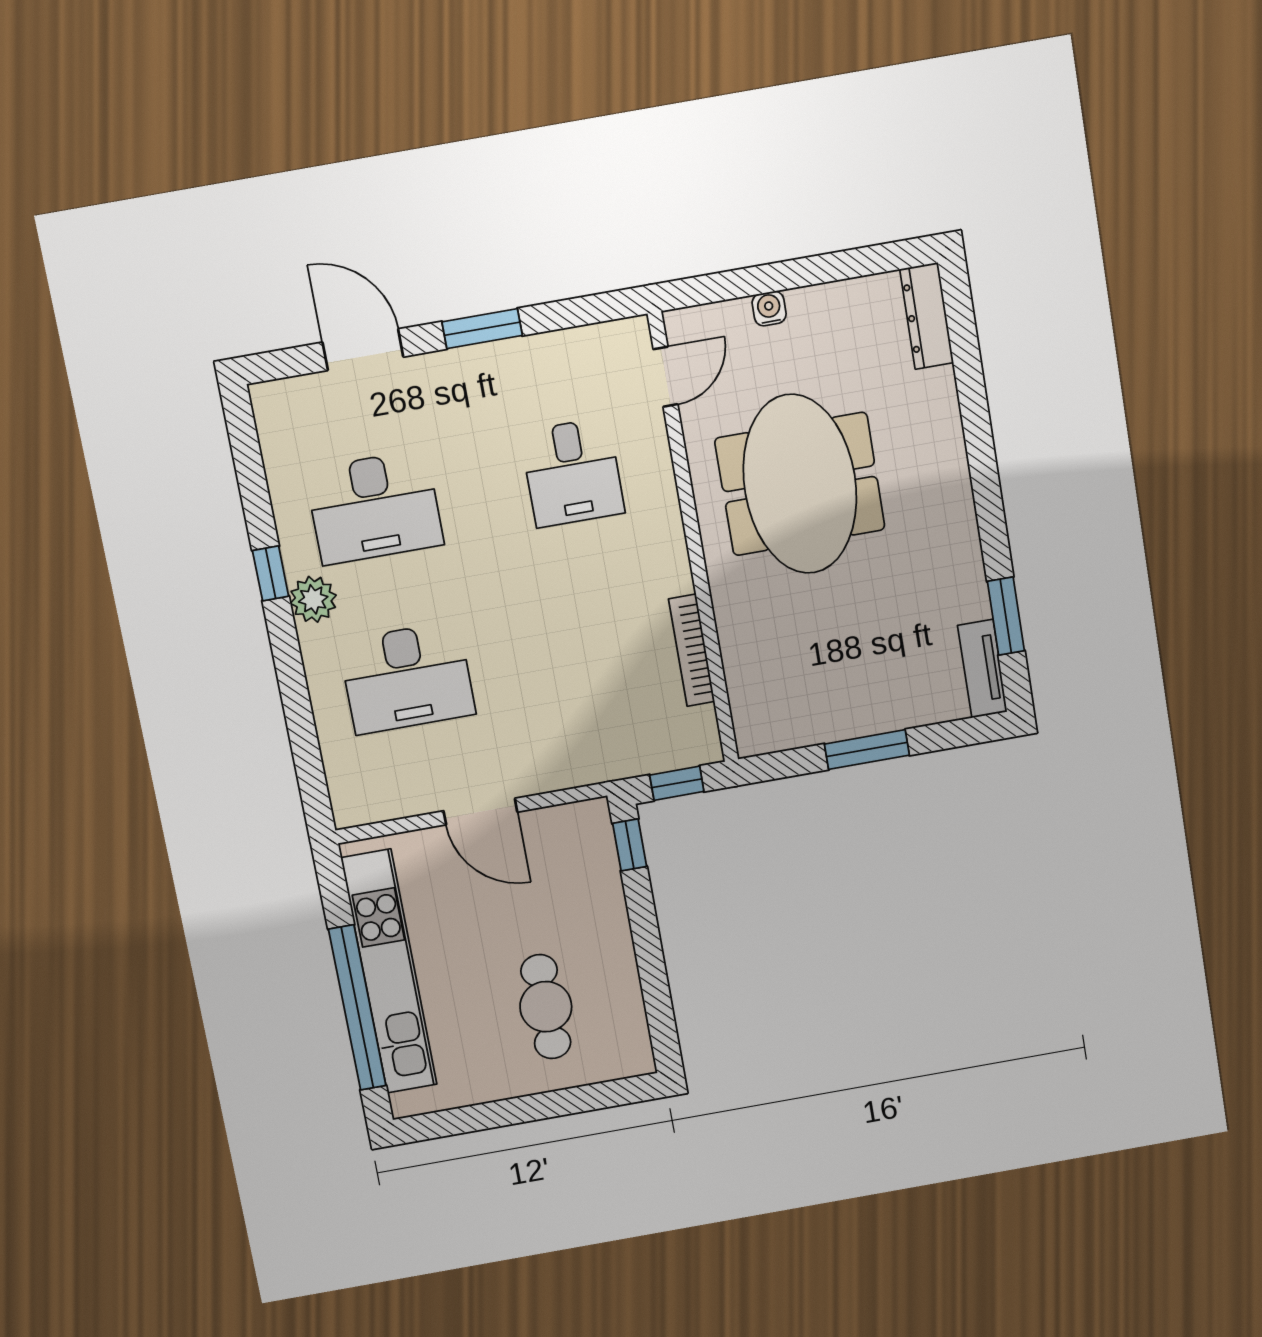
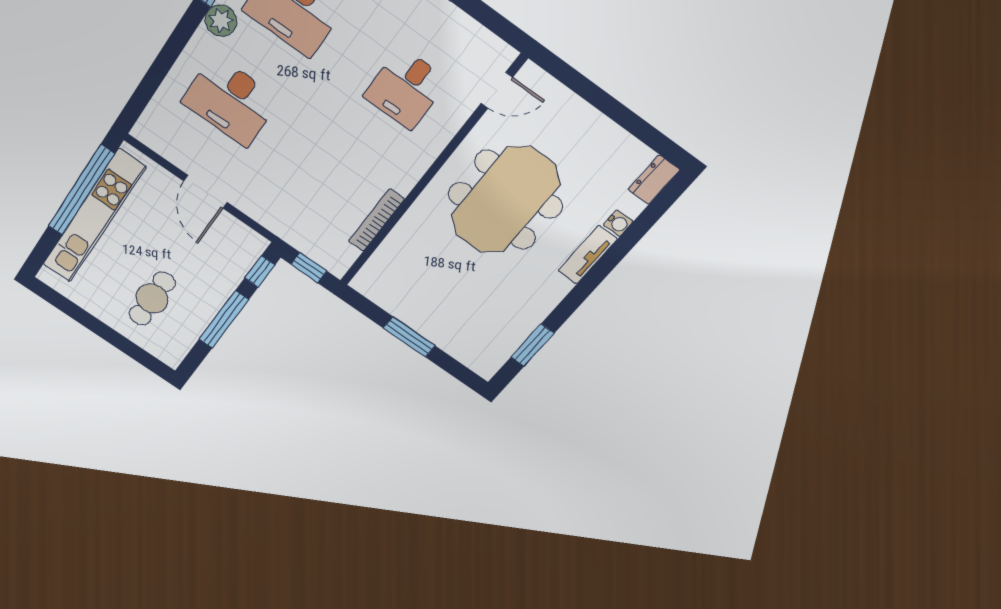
water cooler: (769, 309) -> (618, 223), moved, turned 90
dresser: (927, 316) -> (654, 180), width x0.70
tv unit: (982, 669) -> (588, 255), moved
window: (648, 948) -> (224, 319), added
window: (357, 1008) -> (81, 190), moved

